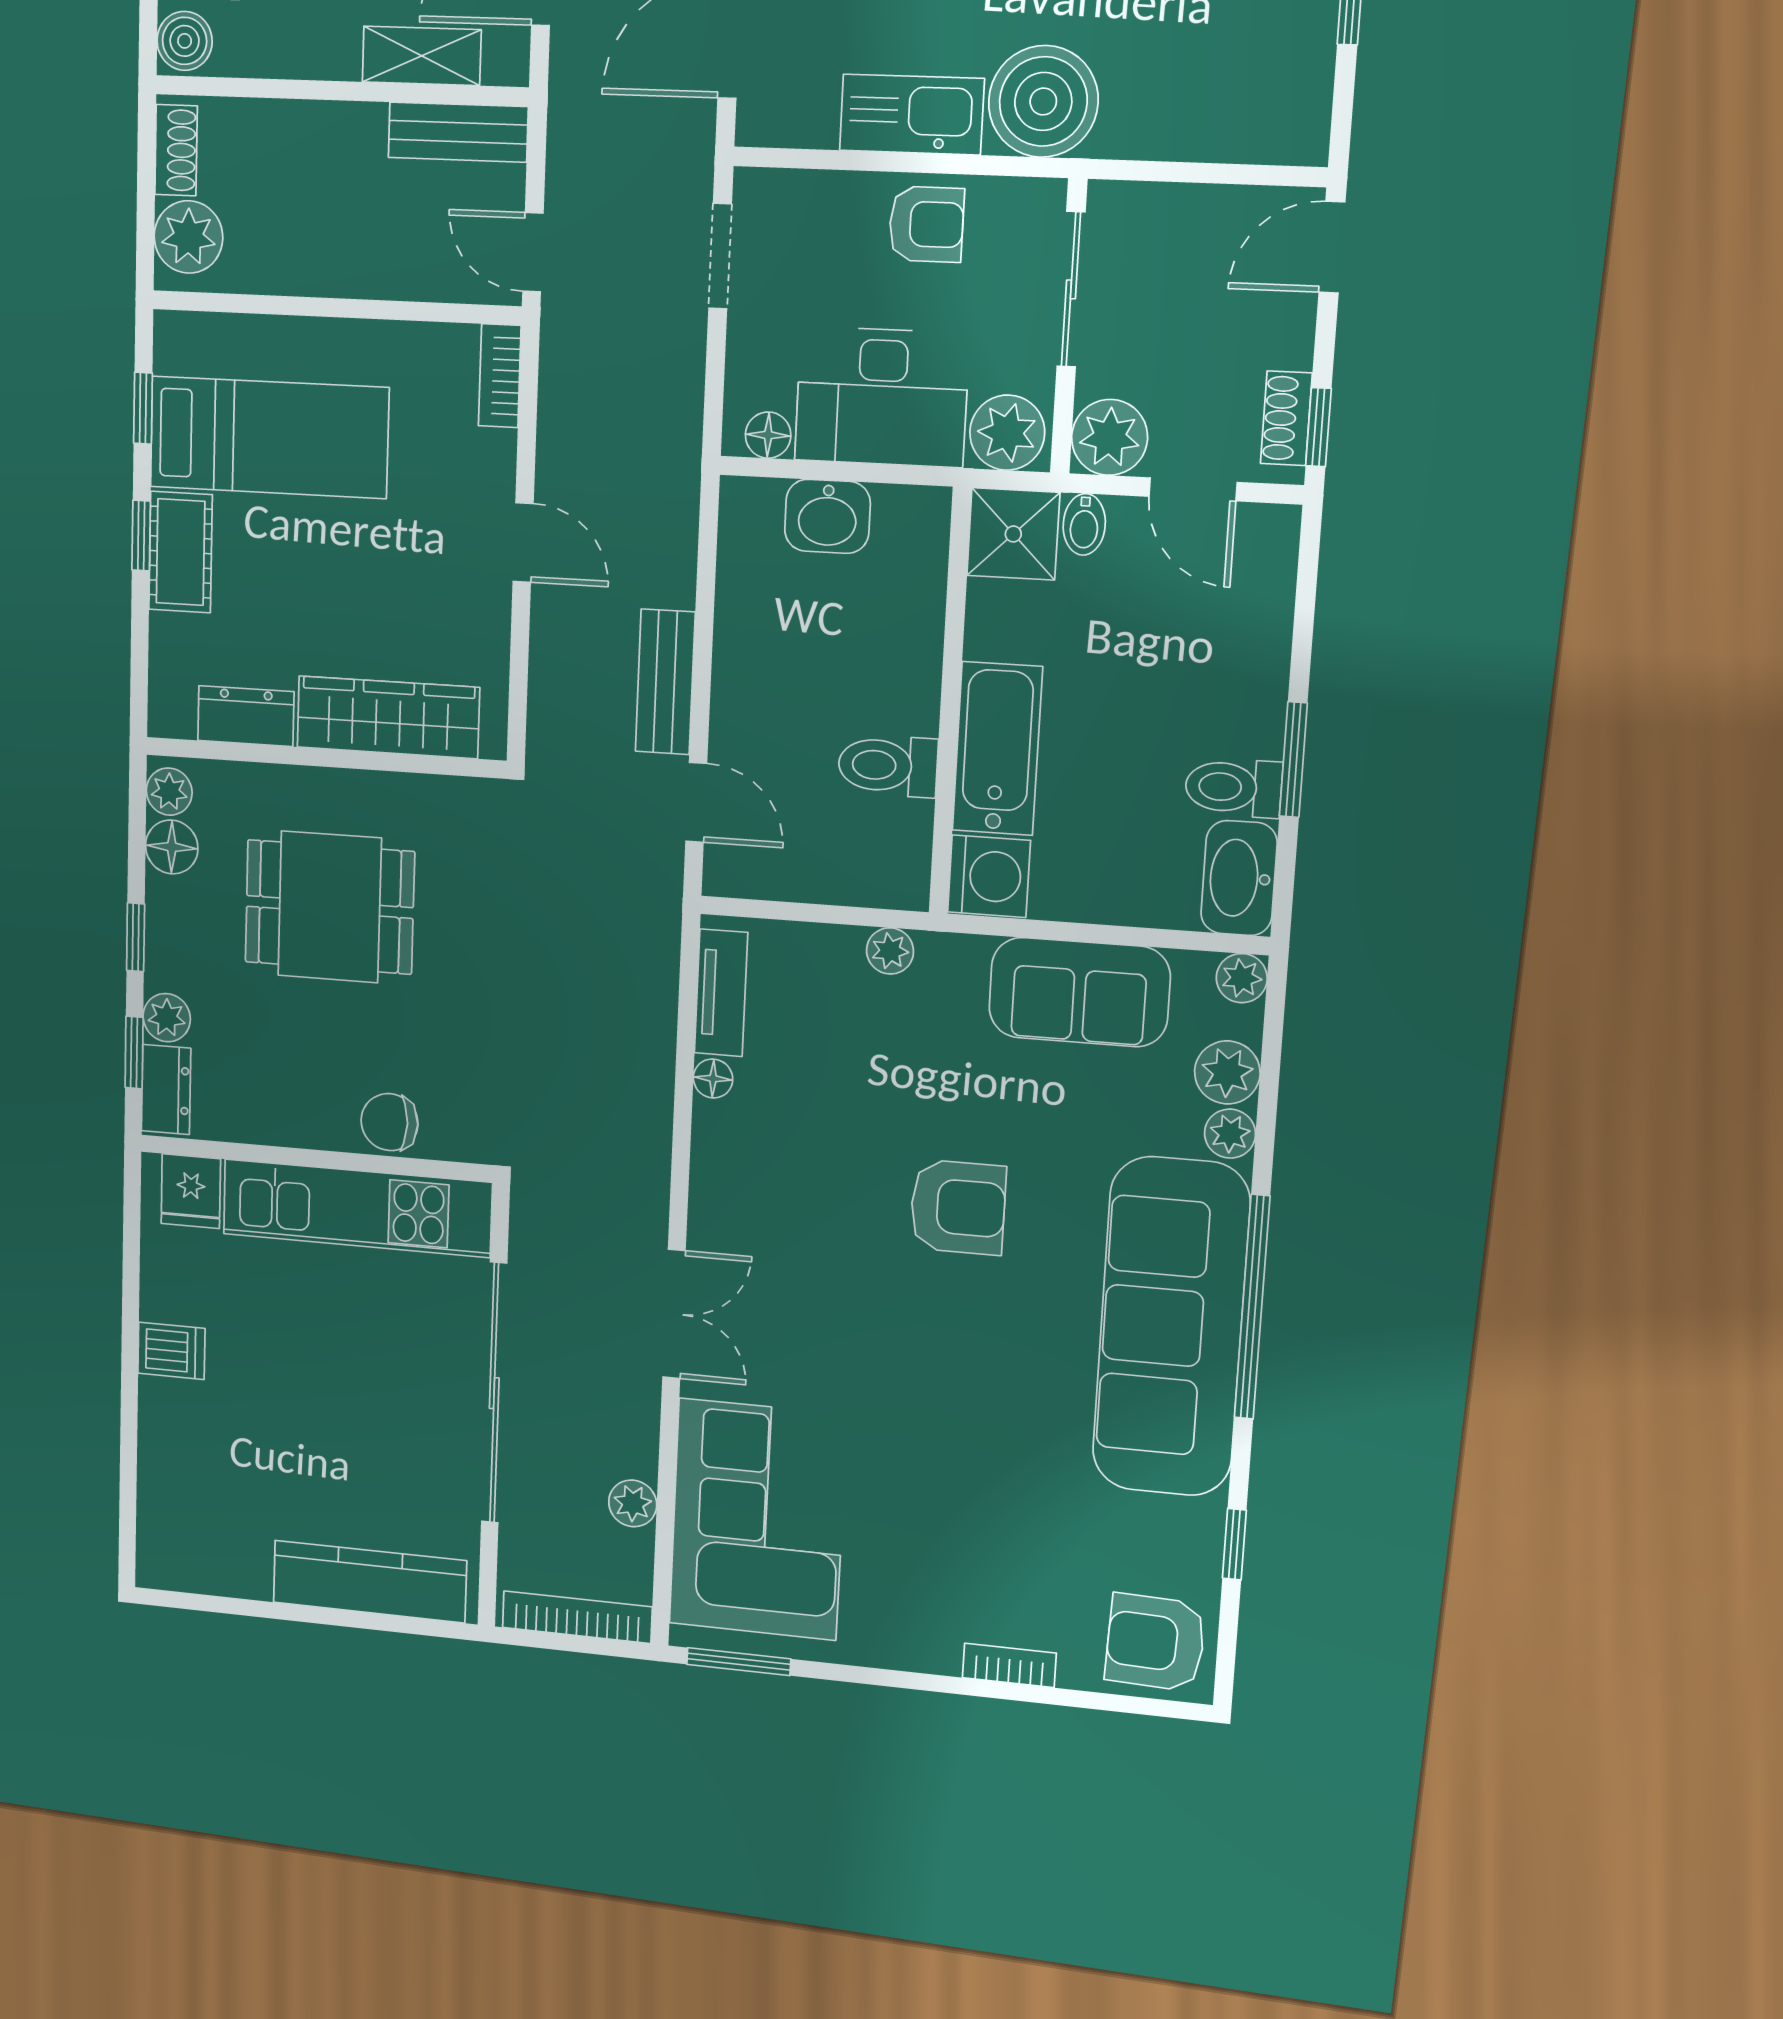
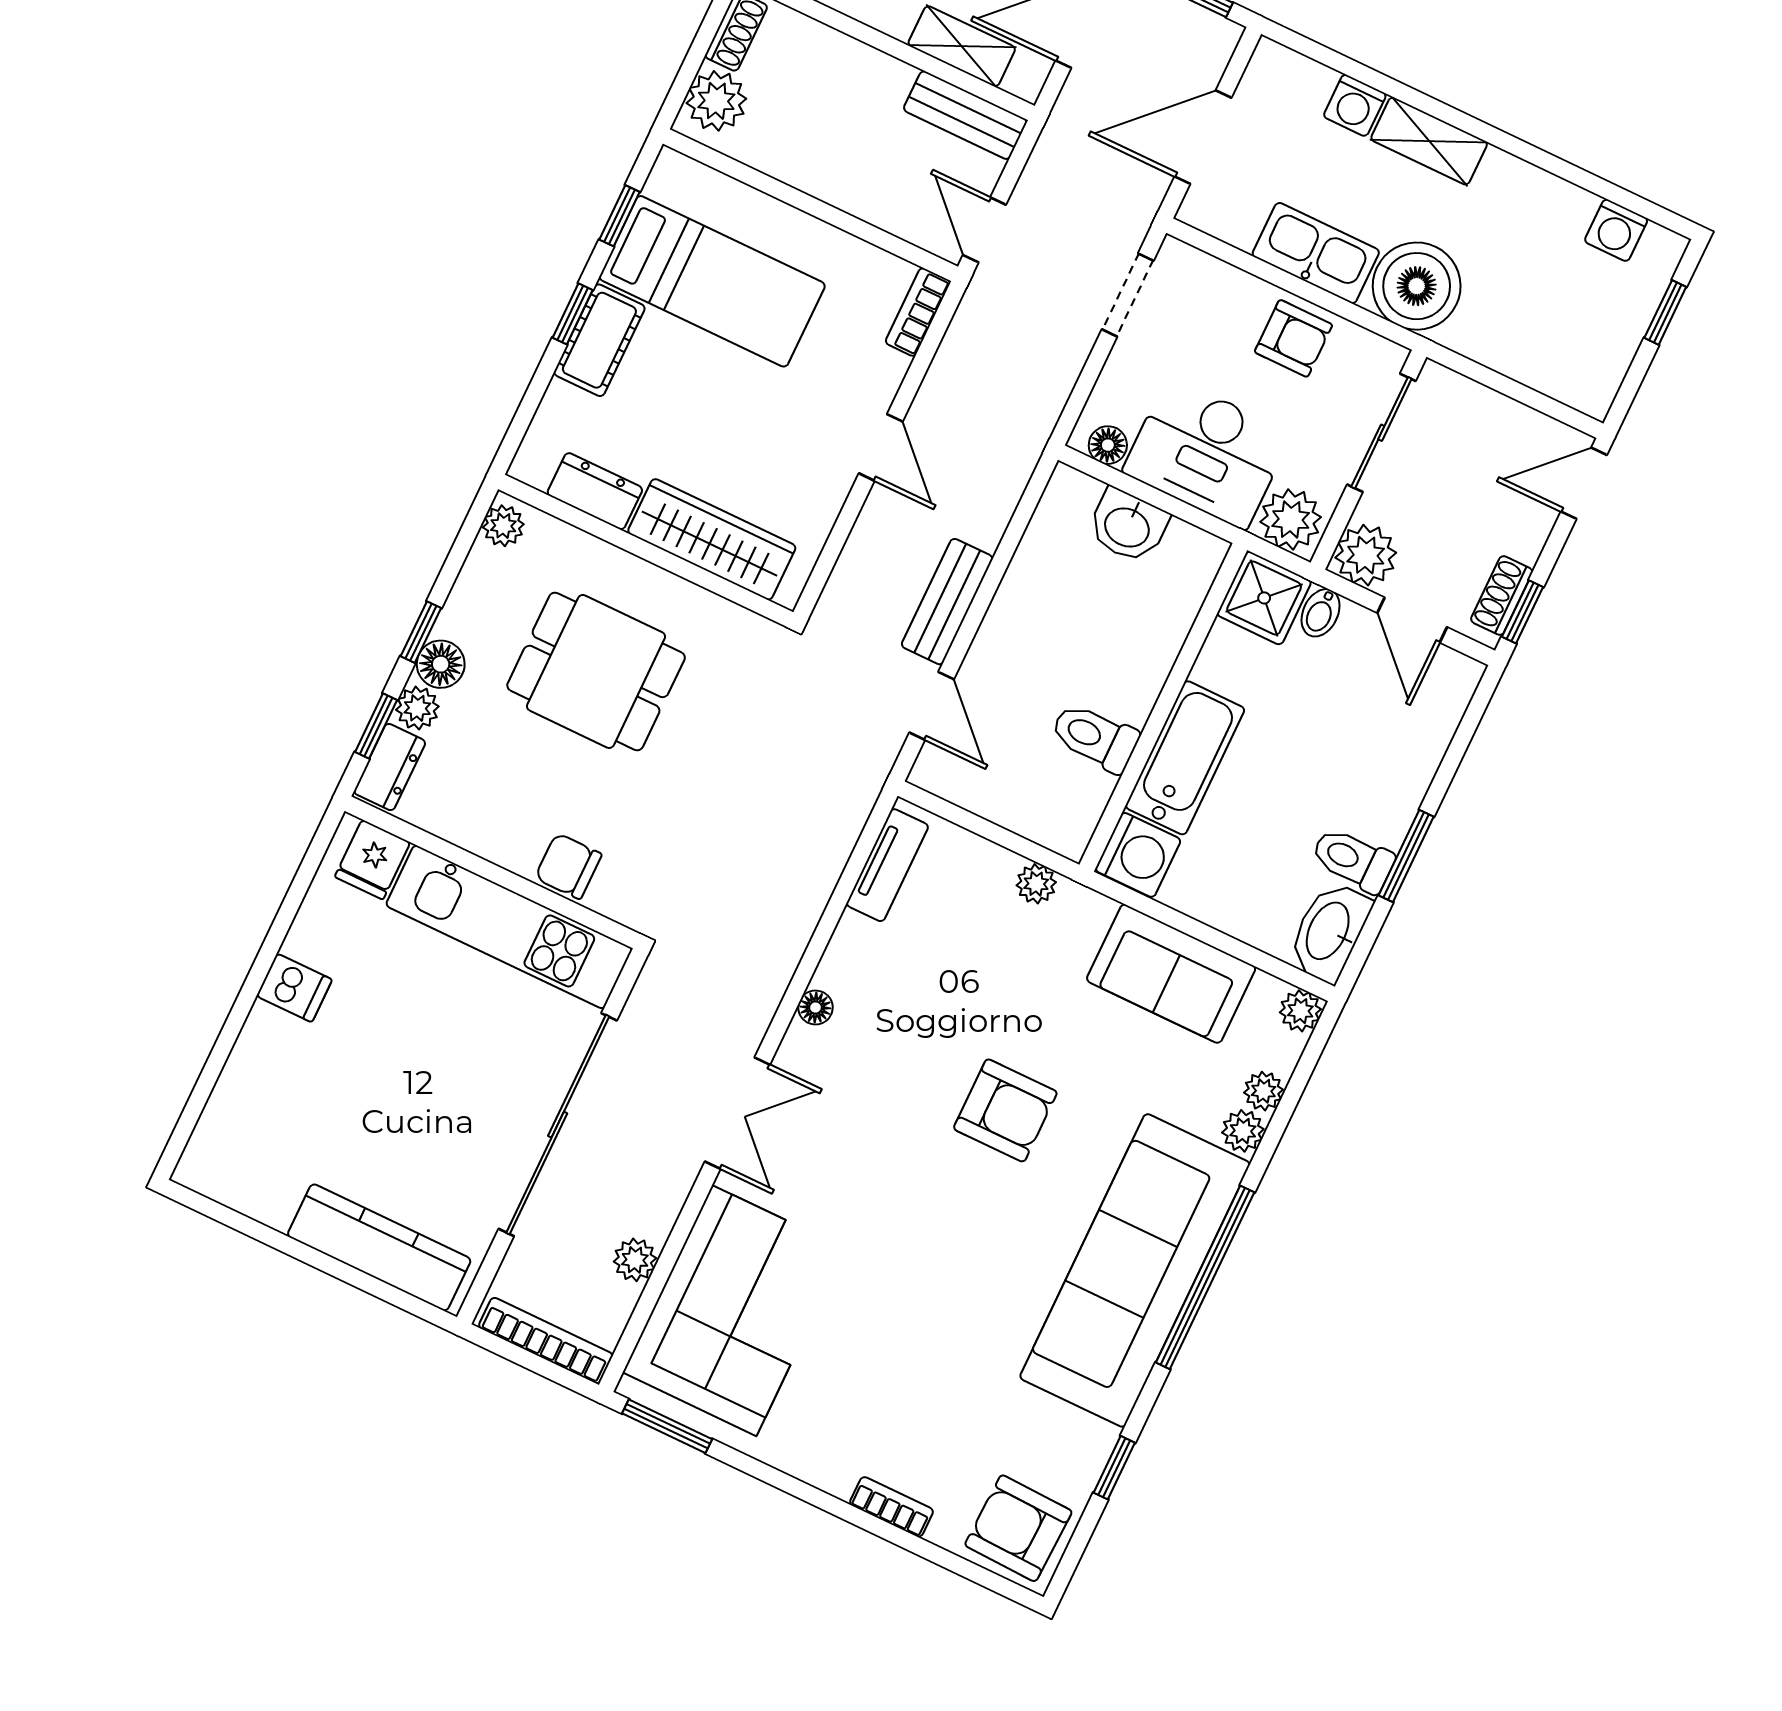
floor lamp: (172, 847) -> (441, 664), moved
plant: (1227, 1072) -> (1264, 1091), width x0.73, depth x0.73
floor lamp: (713, 1078) -> (815, 1007), moved

